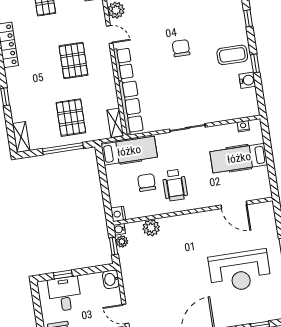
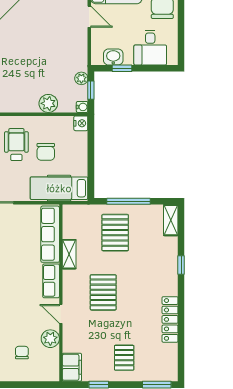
shelving: (115, 123) -> (69, 254), moved
plant: (122, 241) -> (81, 78), moved
window: (63, 275) -> (122, 68), moved
washbasin: (111, 279) -> (113, 57), moved, turned -90

